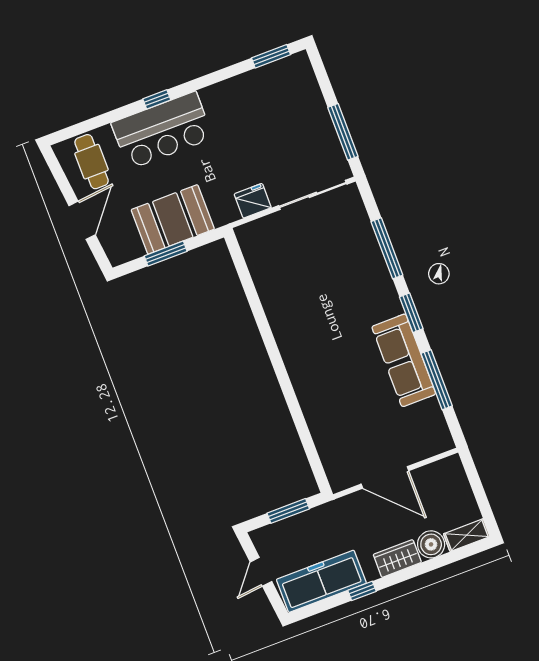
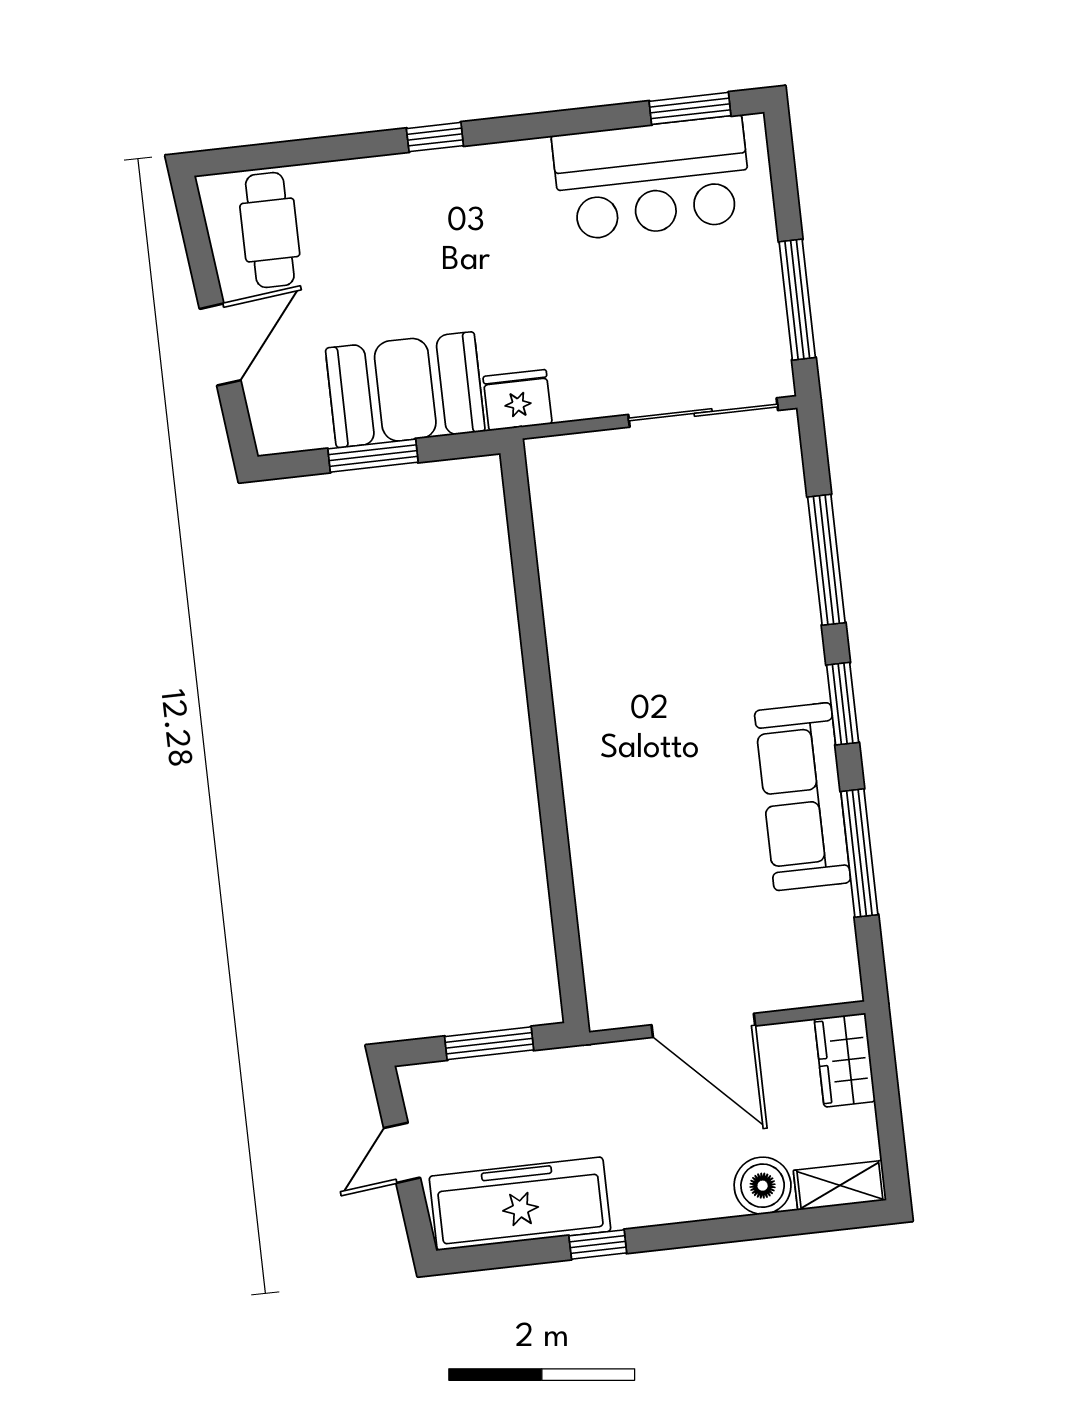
bar counter: (162, 130) -> (652, 178), moved
fridge: (253, 201) -> (518, 400), moved
wardrobe: (397, 558) -> (845, 1060), moved, turned -90

